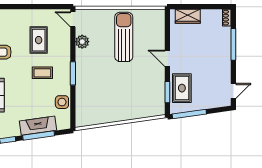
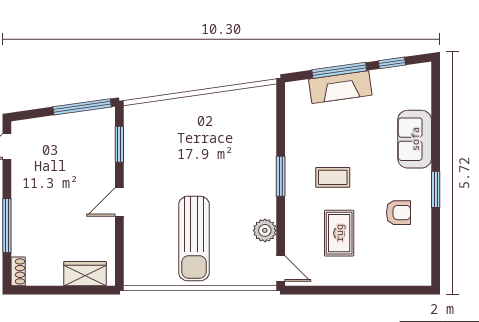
door: (167, 58) -> (119, 202), swing flipped
rug: (182, 88) -> (95, 151), removed
side table: (62, 102) -> (299, 127), removed

